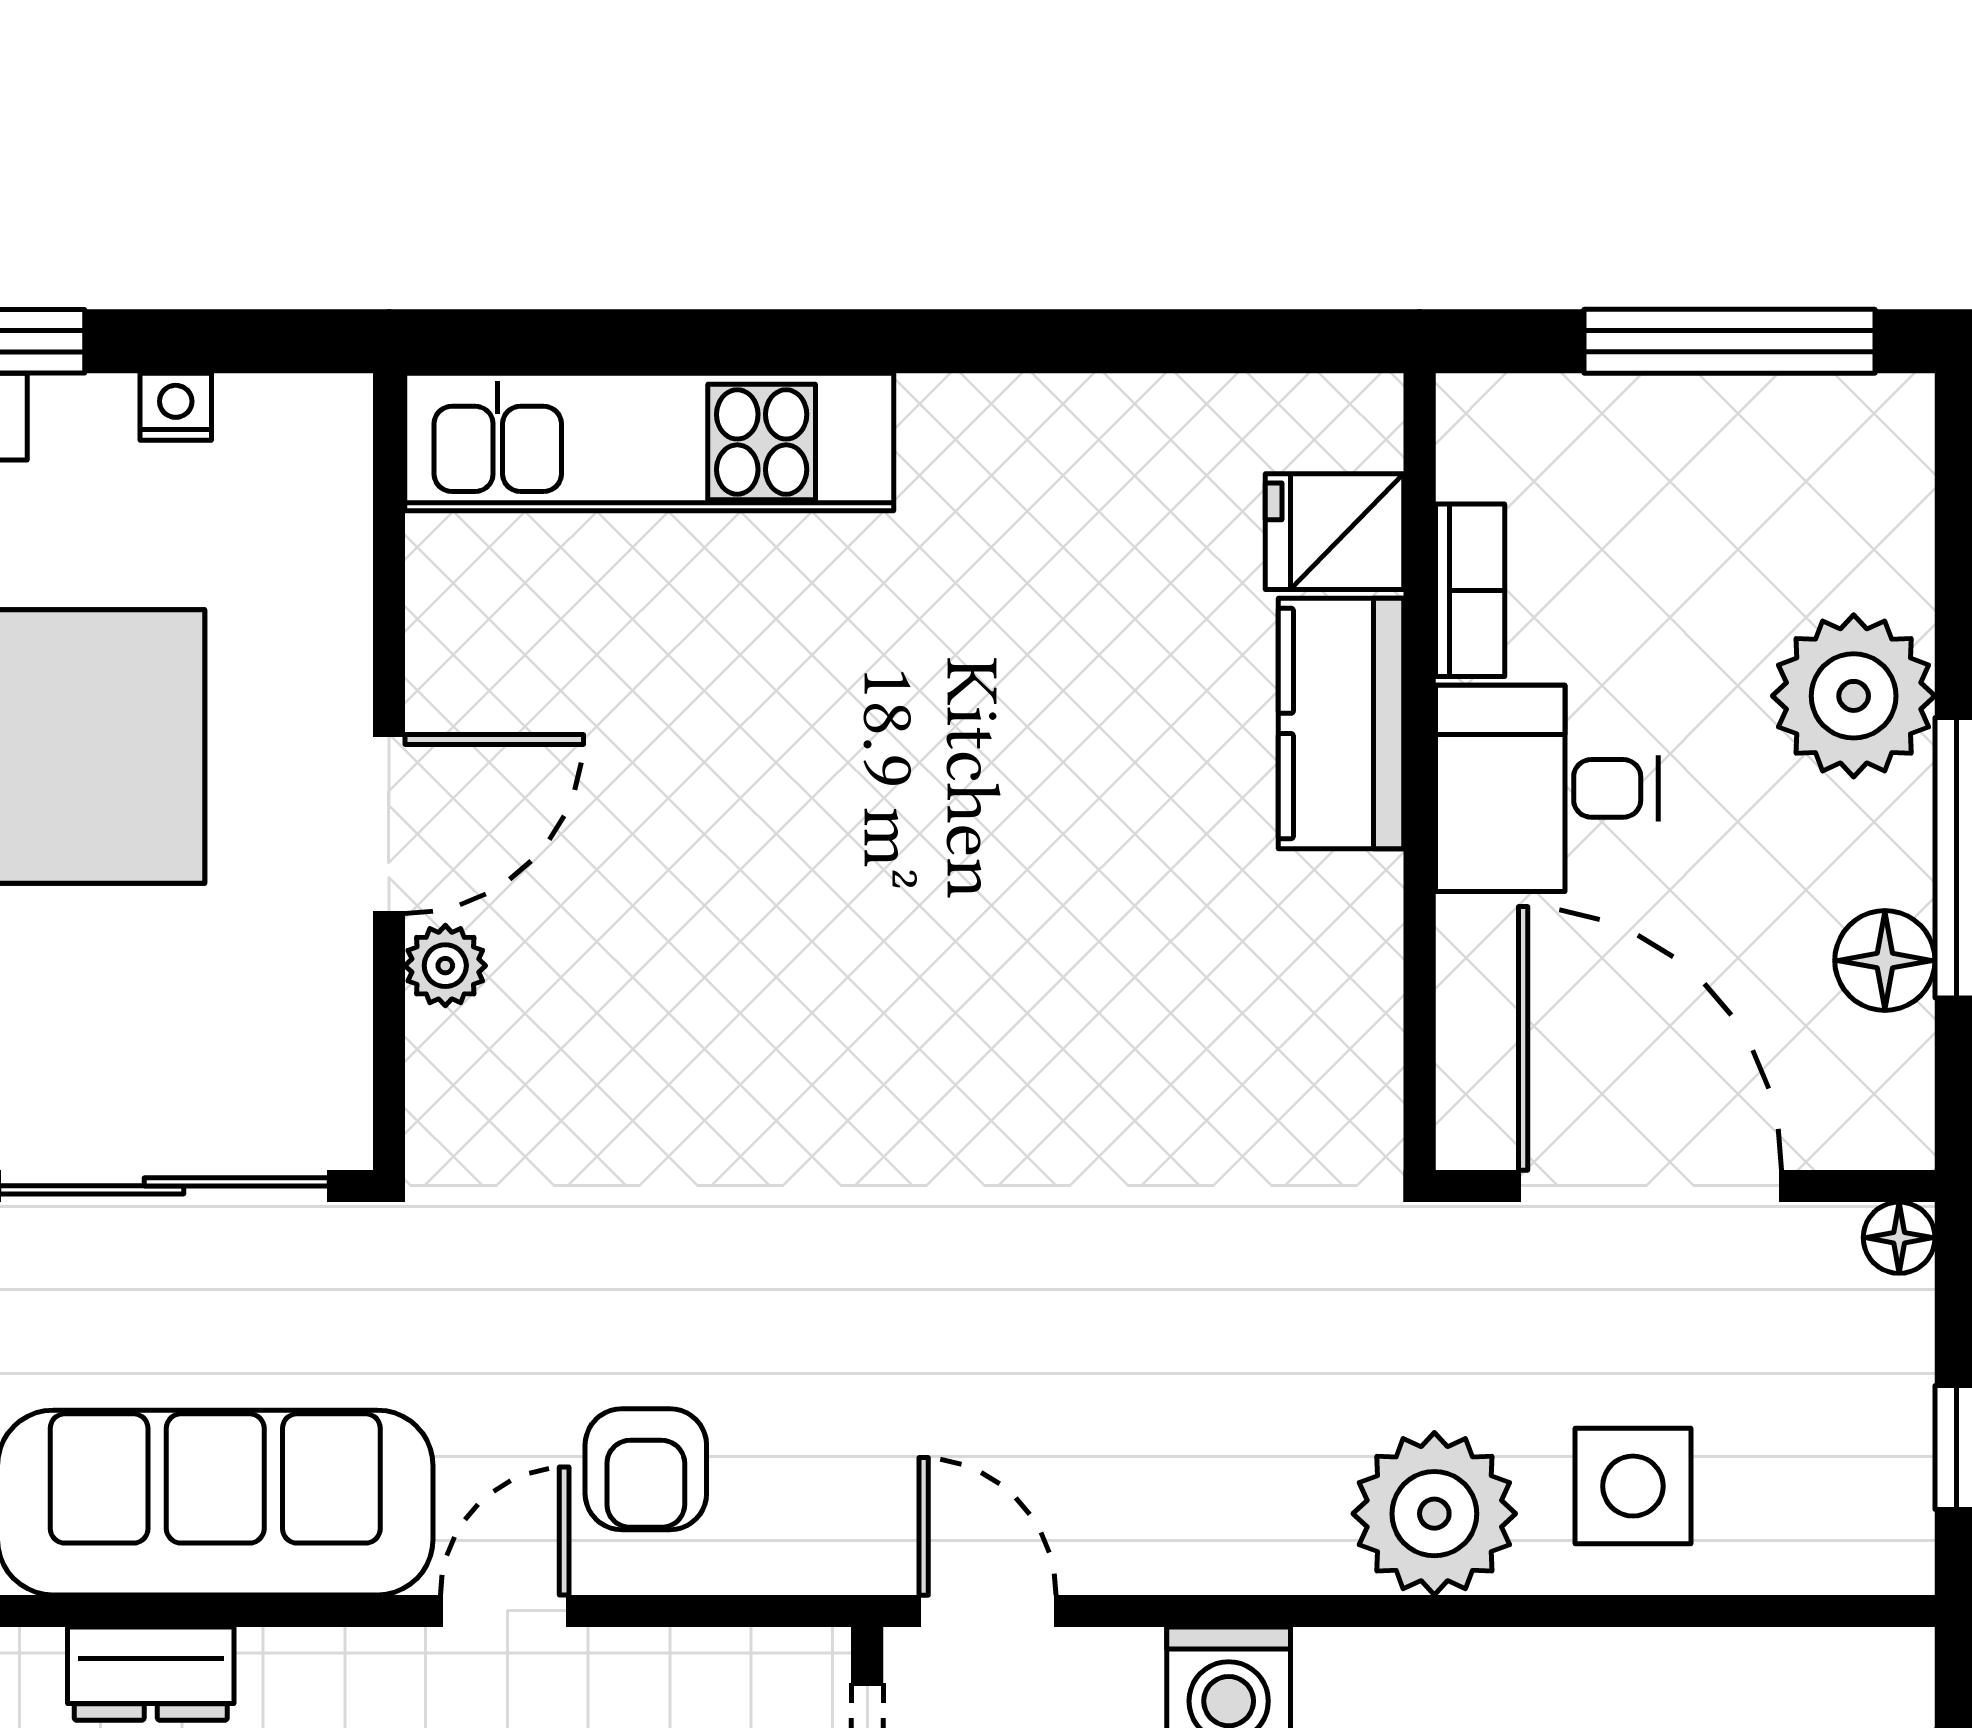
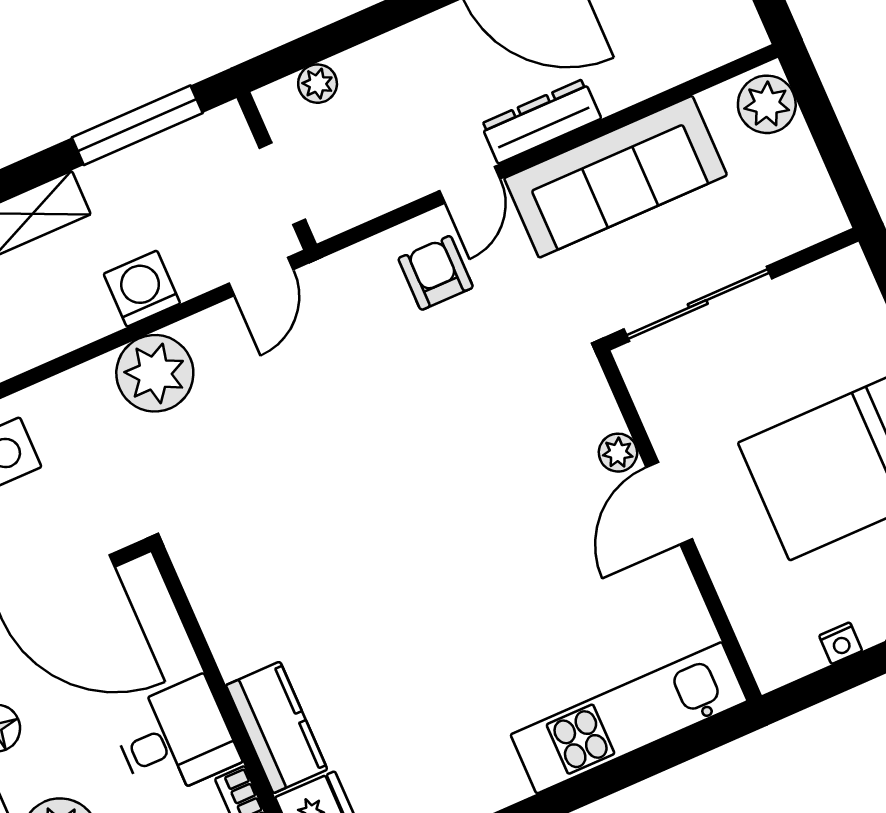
plant: (1434, 1514) -> (155, 373), moved
door: (987, 1611) -> (261, 276), hinge flipped
dresser: (151, 1674) -> (541, 121), moved, width x1.44

